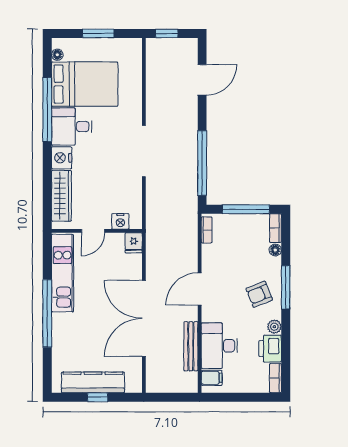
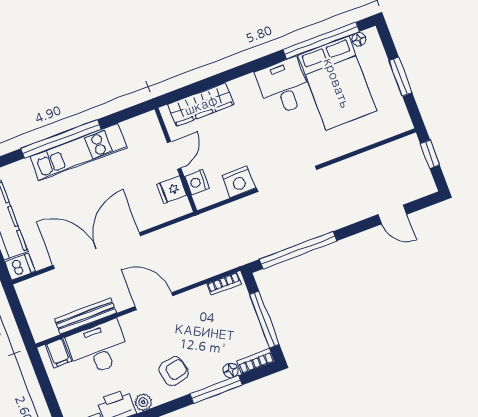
door: (202, 80) -> (393, 214), width x0.73
window: (47, 110) -> (321, 40), moved
nightstand: (62, 158) -> (239, 182), moved, turned 180
door: (93, 231) -> (174, 155), swing flipped
fridge: (134, 243) -> (172, 190), moved
kitchen unit: (63, 273) -> (78, 152), moved
window: (286, 287) -> (216, 389), moved
armchair: (259, 294) -> (174, 371), turned 100
dishwasher: (134, 382) -> (20, 267), added

